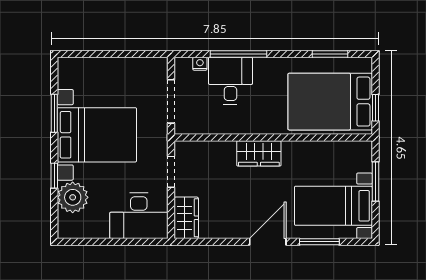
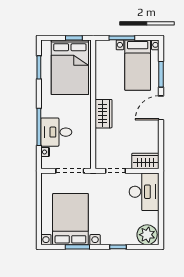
bed with nightstands: (97, 135) -> (70, 219), moved
plant: (73, 197) -> (147, 235), moved
door: (268, 242) -> (161, 108), hinge flipped

